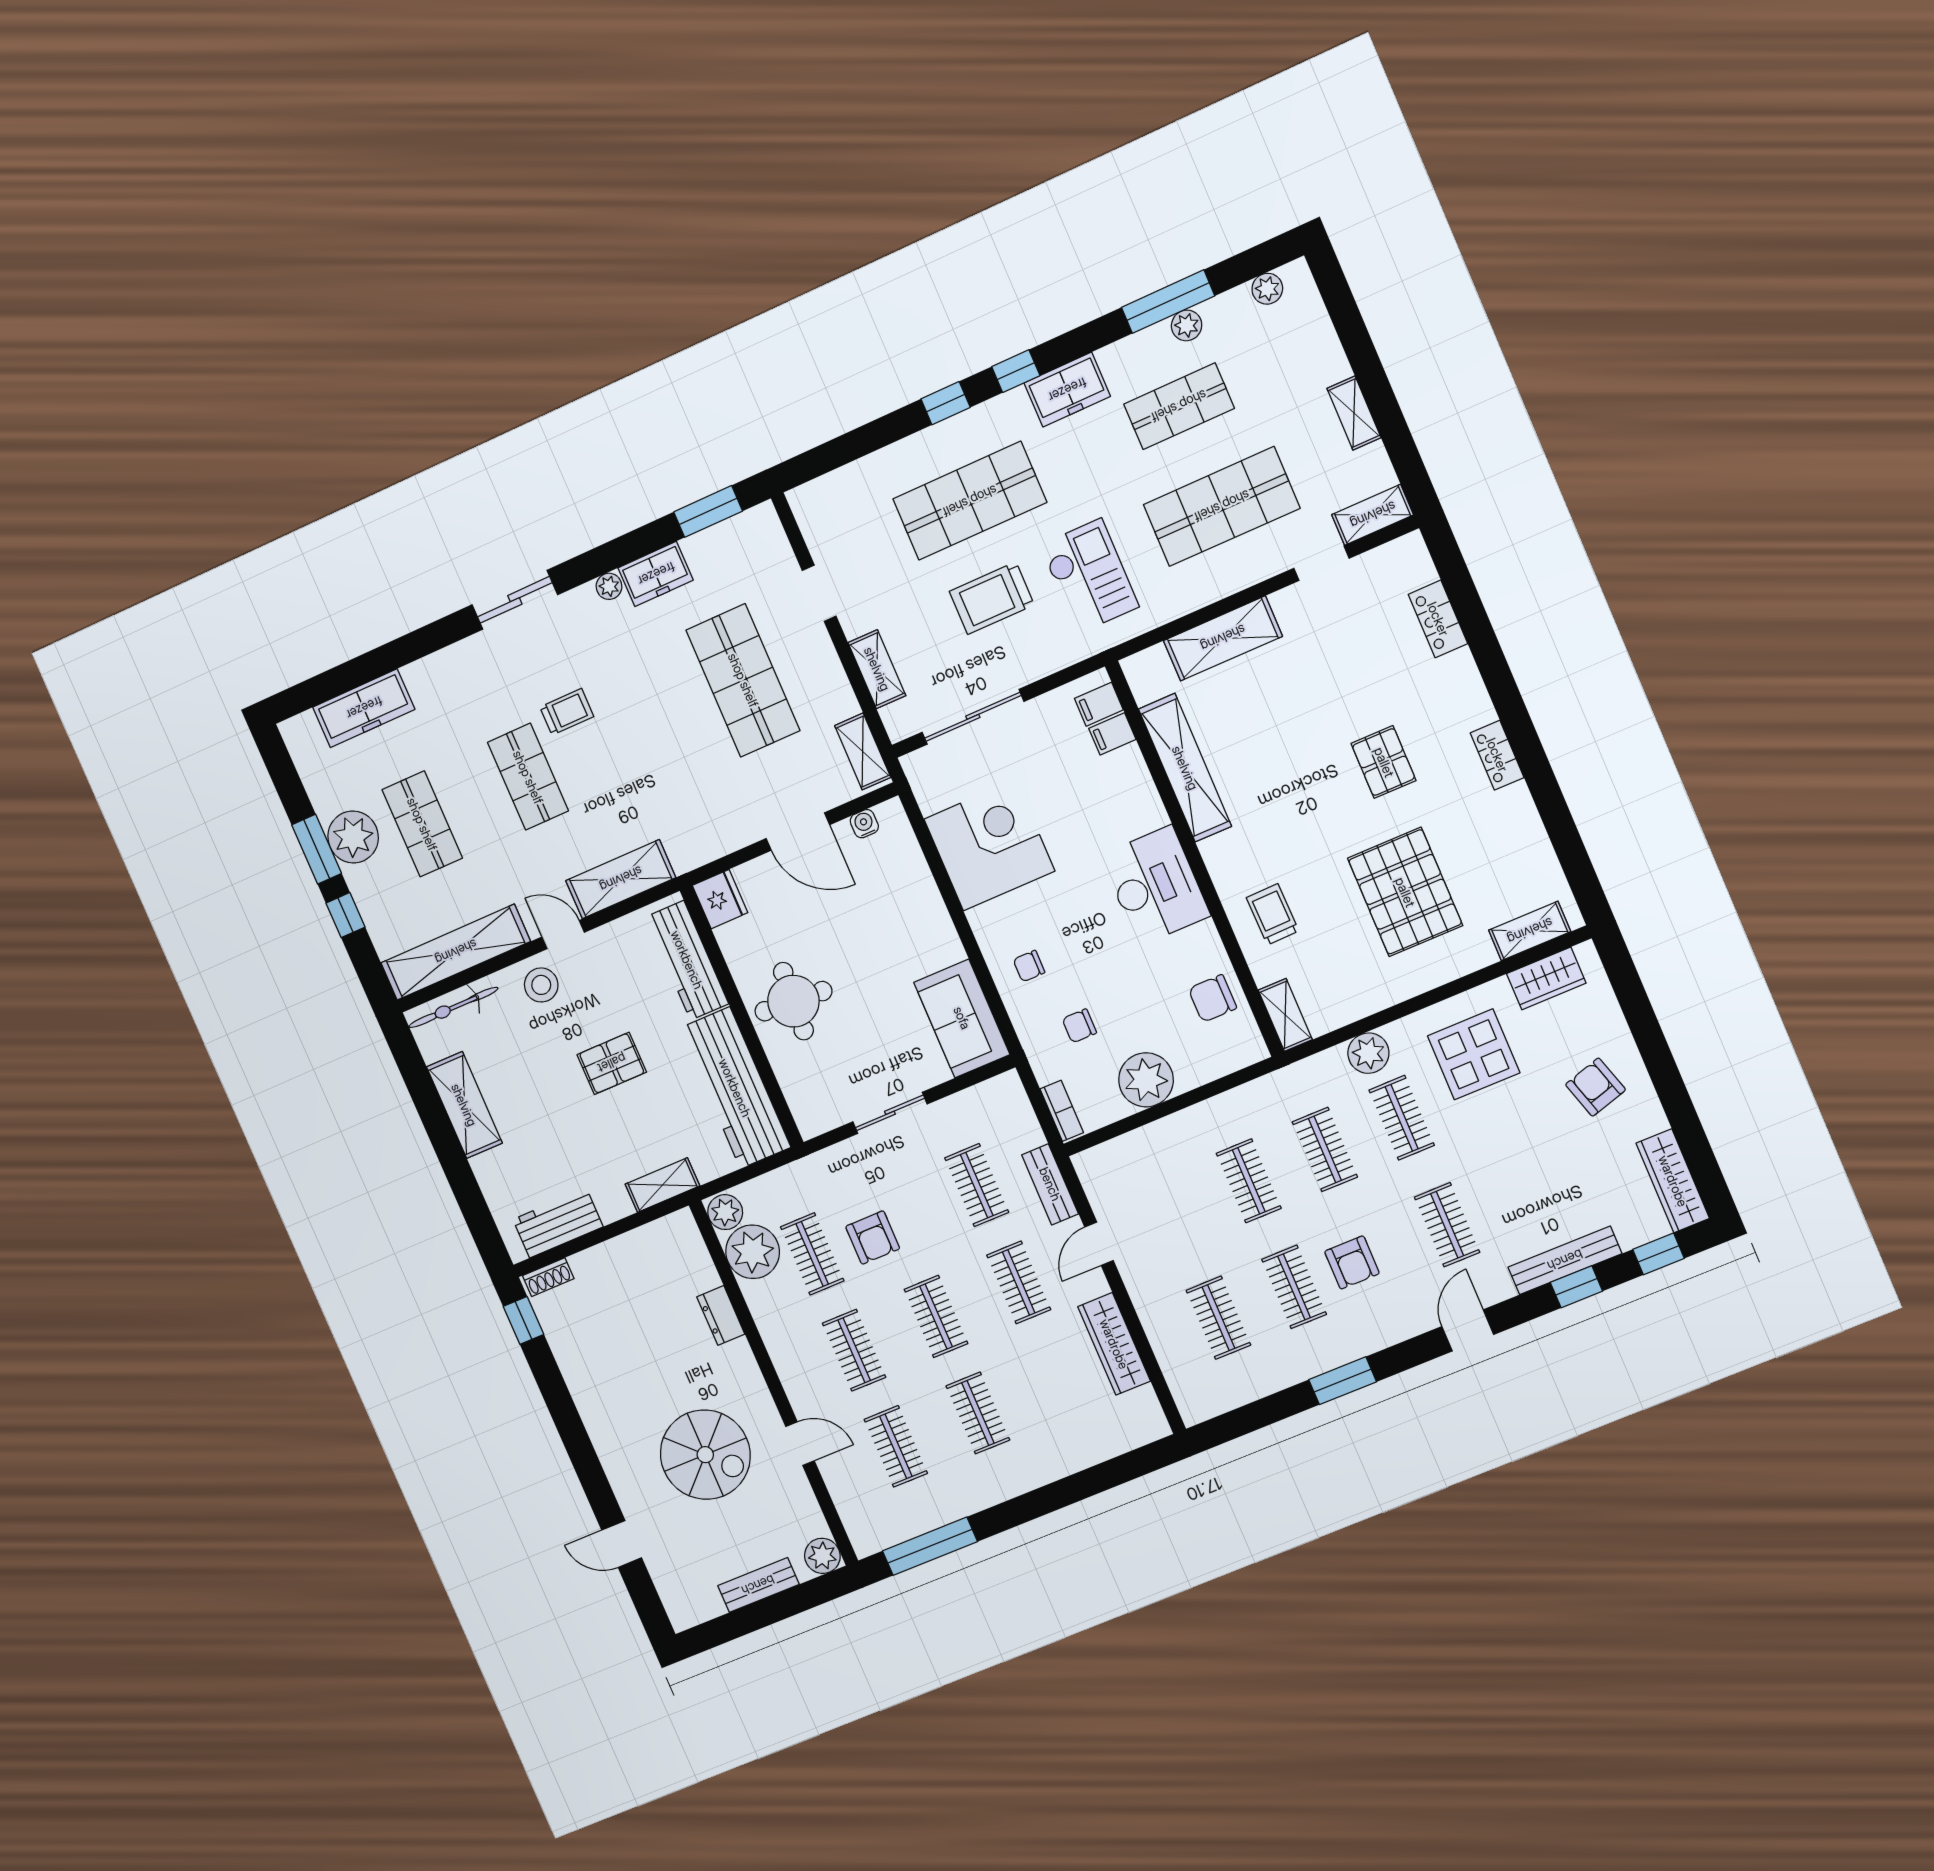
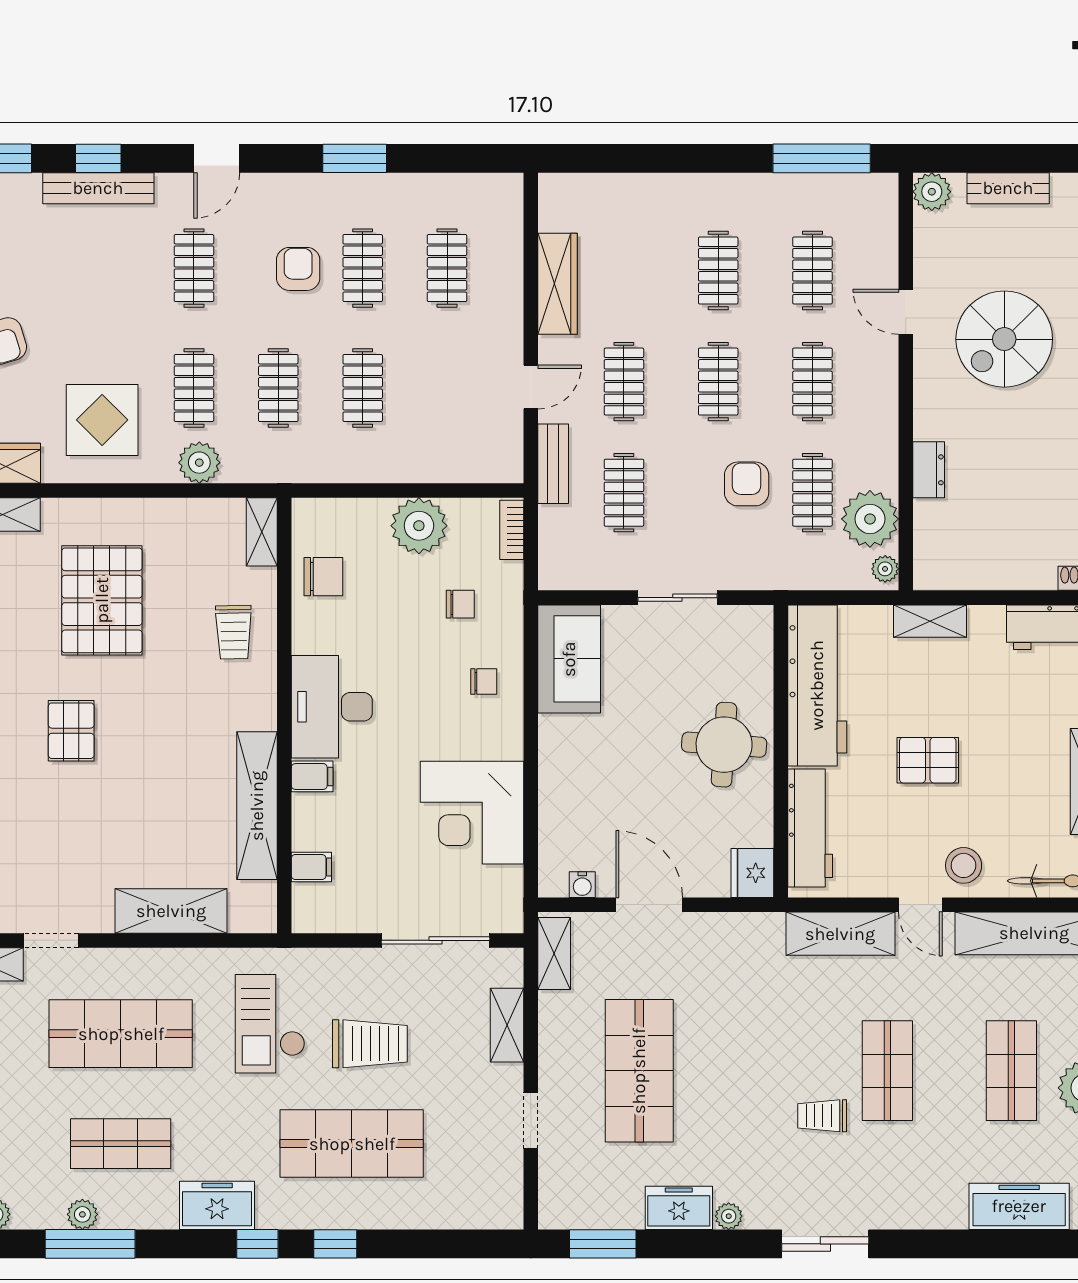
filing cabinet: (1099, 704) -> (312, 776), moved
plant: (725, 1212) -> (885, 569), width x0.73, depth x0.73
spiral stairs: (705, 1455) -> (1004, 339), turned -90

